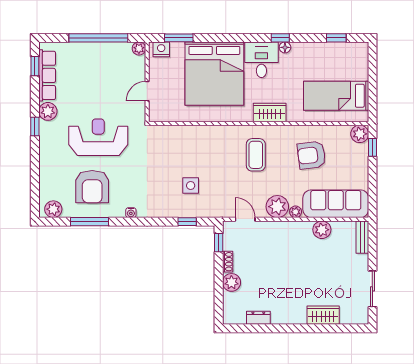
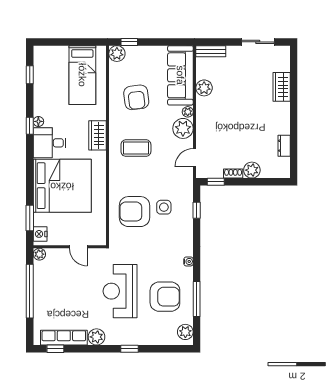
window: (35, 126) -> (129, 349), moved
armchair: (186, 153) -> (134, 212), added

